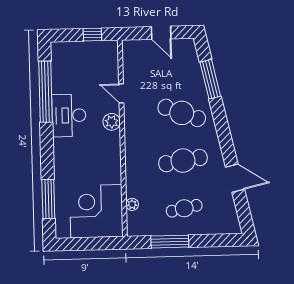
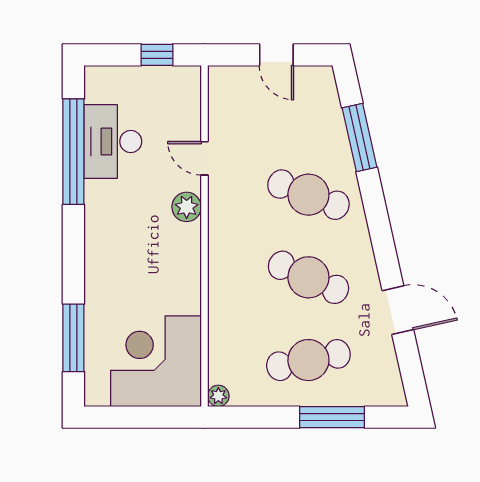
desk: (69, 115) -> (113, 141), moved
cafe table: (183, 161) -> (308, 277), turned 33
plant: (132, 204) -> (218, 396), moved
cafe table: (184, 208) -> (308, 360), width x1.37, depth x1.35
window: (170, 242) -> (332, 417), moved

